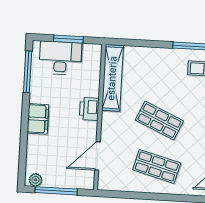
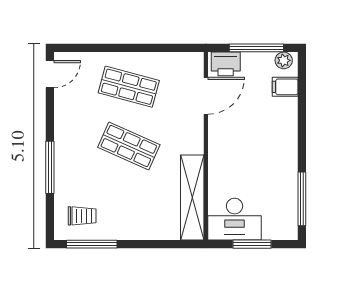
desk: (60, 58) -> (235, 219), moved
printer: (89, 109) -> (226, 64), moved, turned 90
filing cabinet: (38, 119) -> (285, 87), moved, width x0.50

